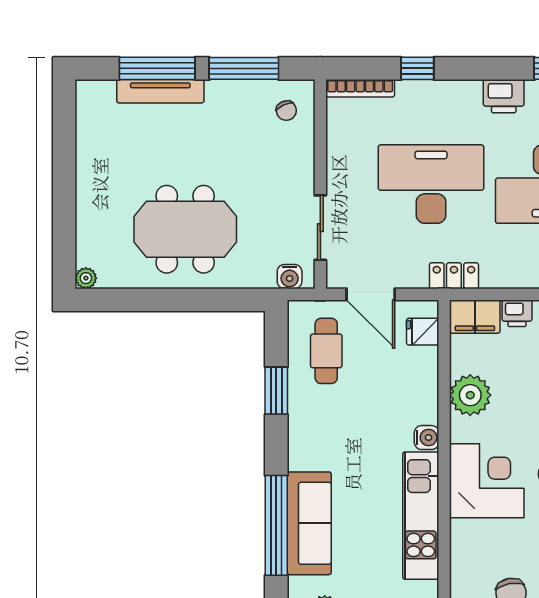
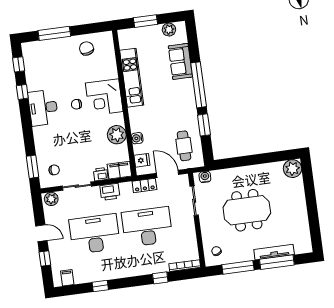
printer: (504, 96) -> (110, 192), moved, turned 180
desk: (431, 184) -> (147, 227), turned 180
meeting table: (185, 229) -> (247, 210), moved
locker: (454, 276) -> (144, 185), moved
plant: (86, 278) -> (292, 169), width x1.87, depth x1.87
water cooler: (427, 438) -> (137, 138), moved
sofa: (309, 523) -> (180, 61), width x0.73
window: (276, 525) -> (199, 85), moved

